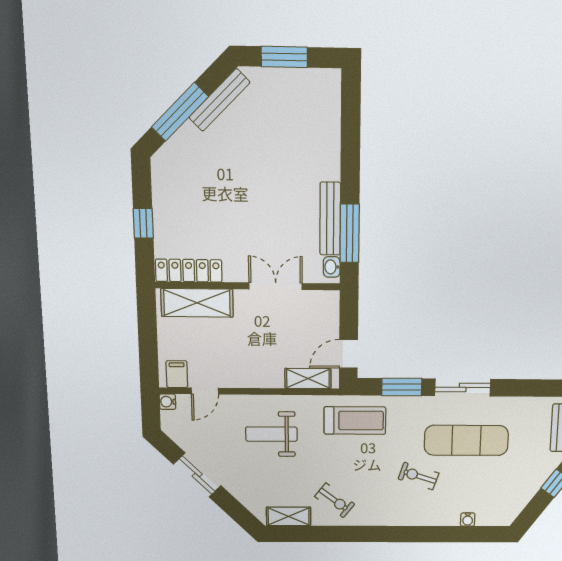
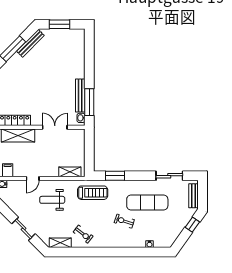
door: (348, 354) -> (89, 160), removed
sliding door: (463, 387) -> (169, 176), moved
door: (205, 391) -> (33, 178), moved
sliding door: (197, 475) -> (24, 229), moved

